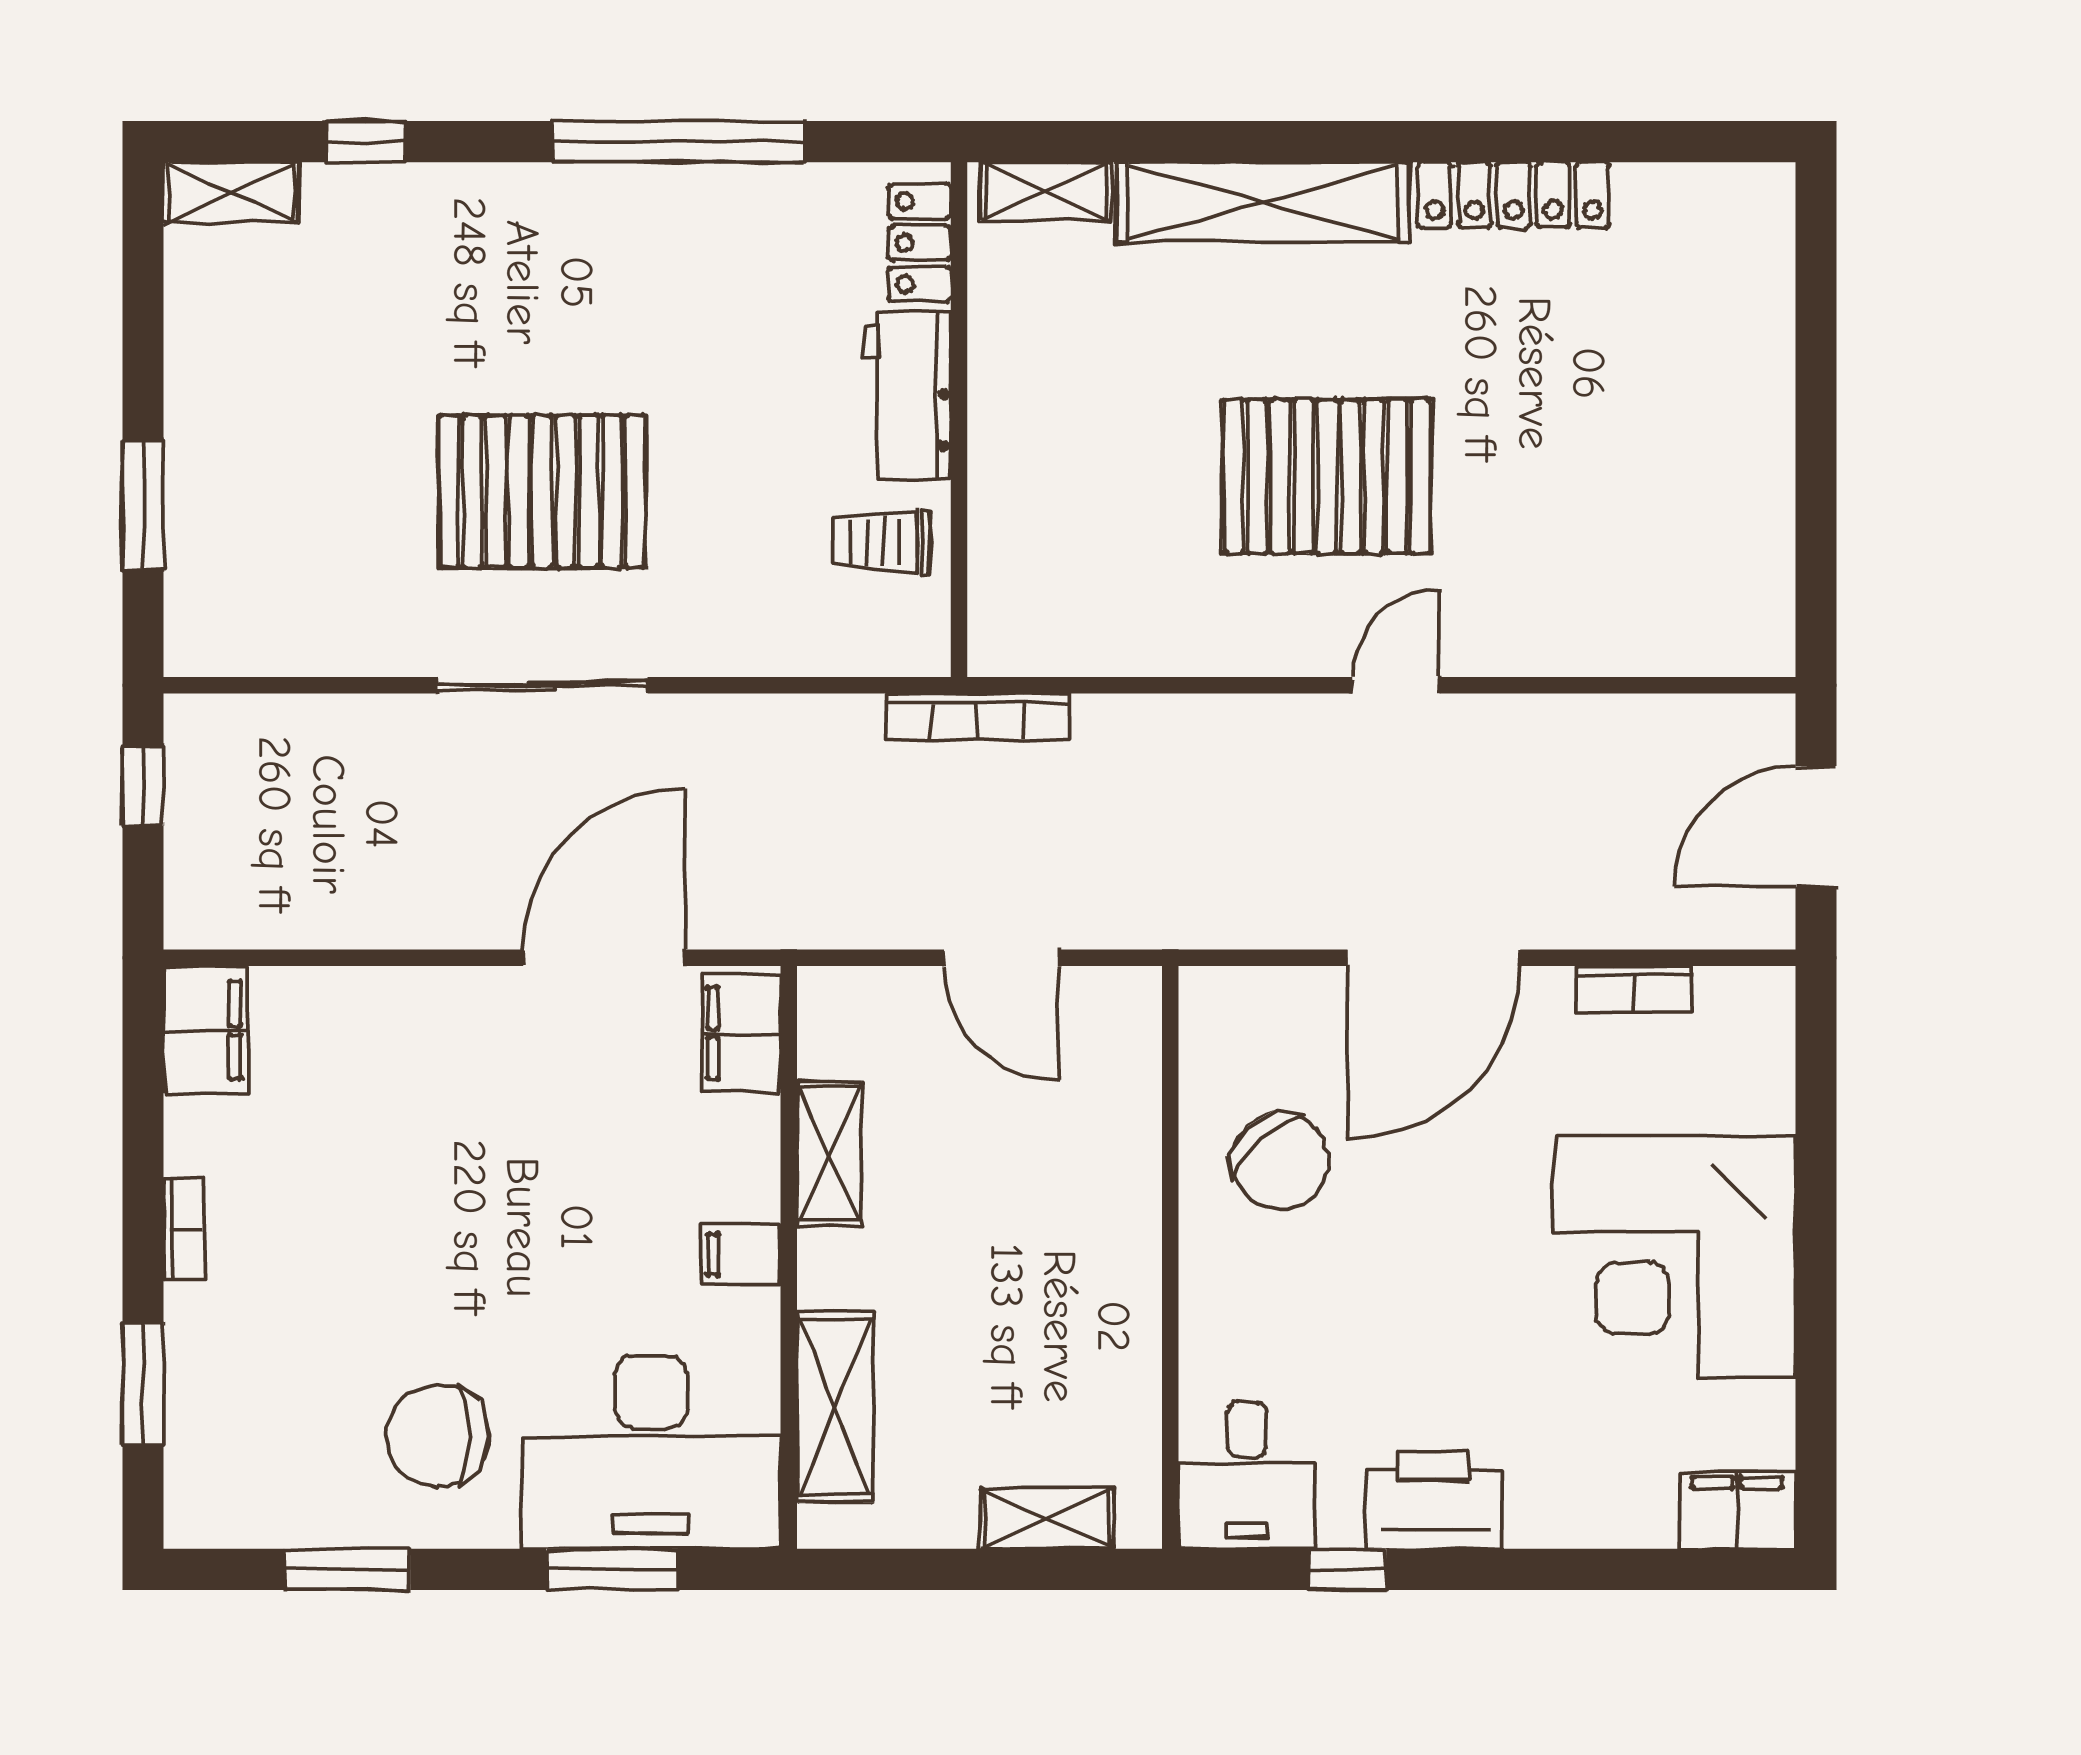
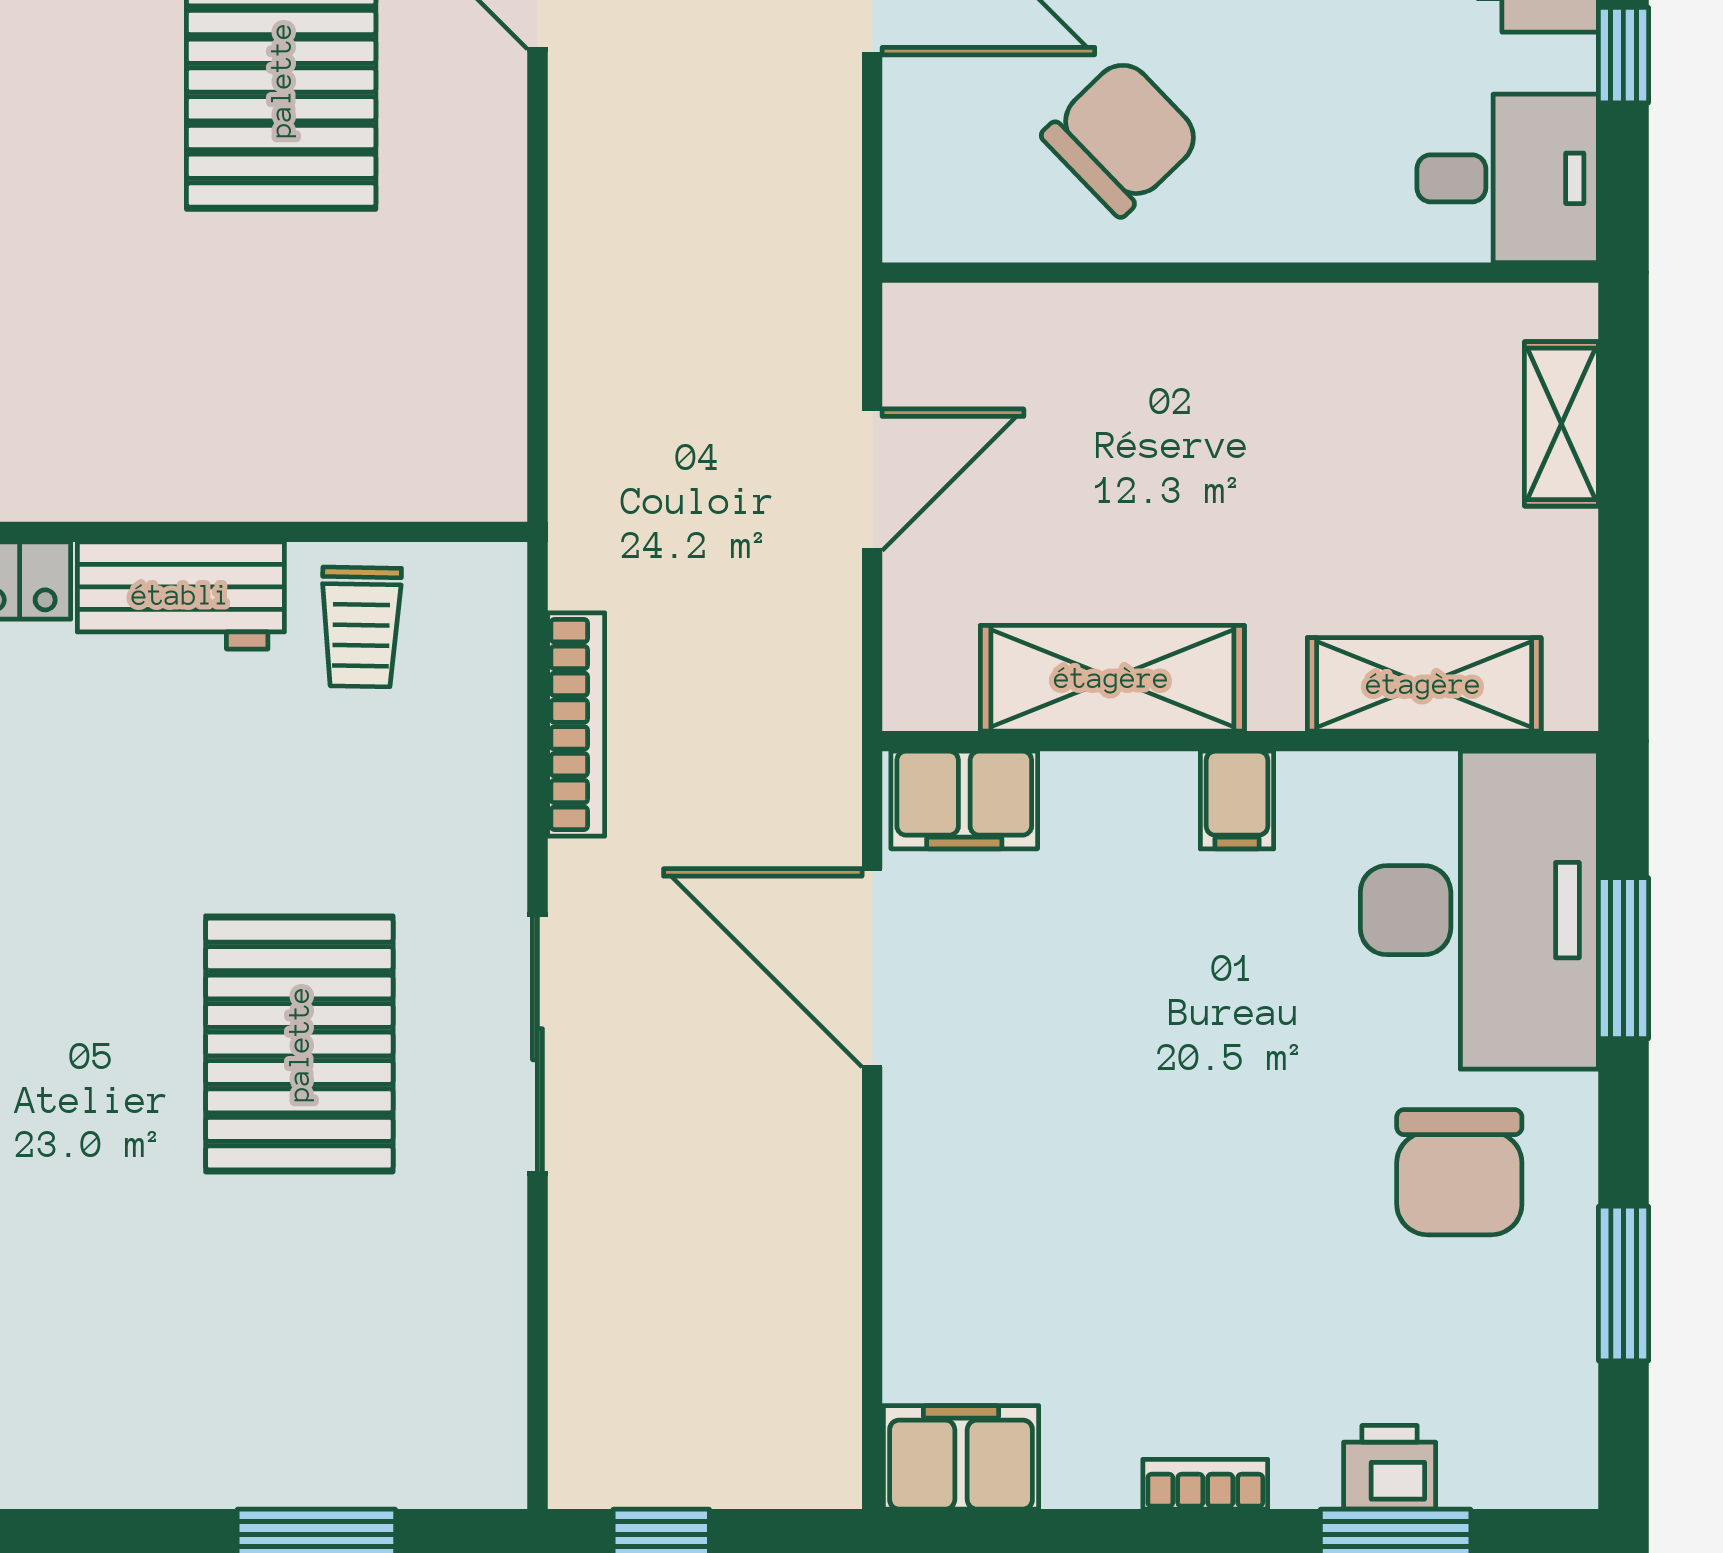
bookcase: (978, 717) -> (576, 724), moved
shelving: (829, 1153) -> (1112, 678), width x1.50, depth x1.33
printer: (197, 1379) -> (1390, 1467), added

